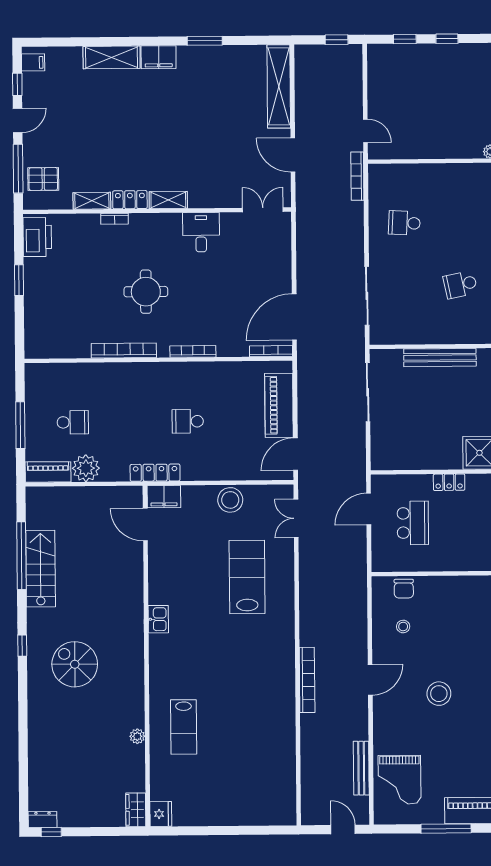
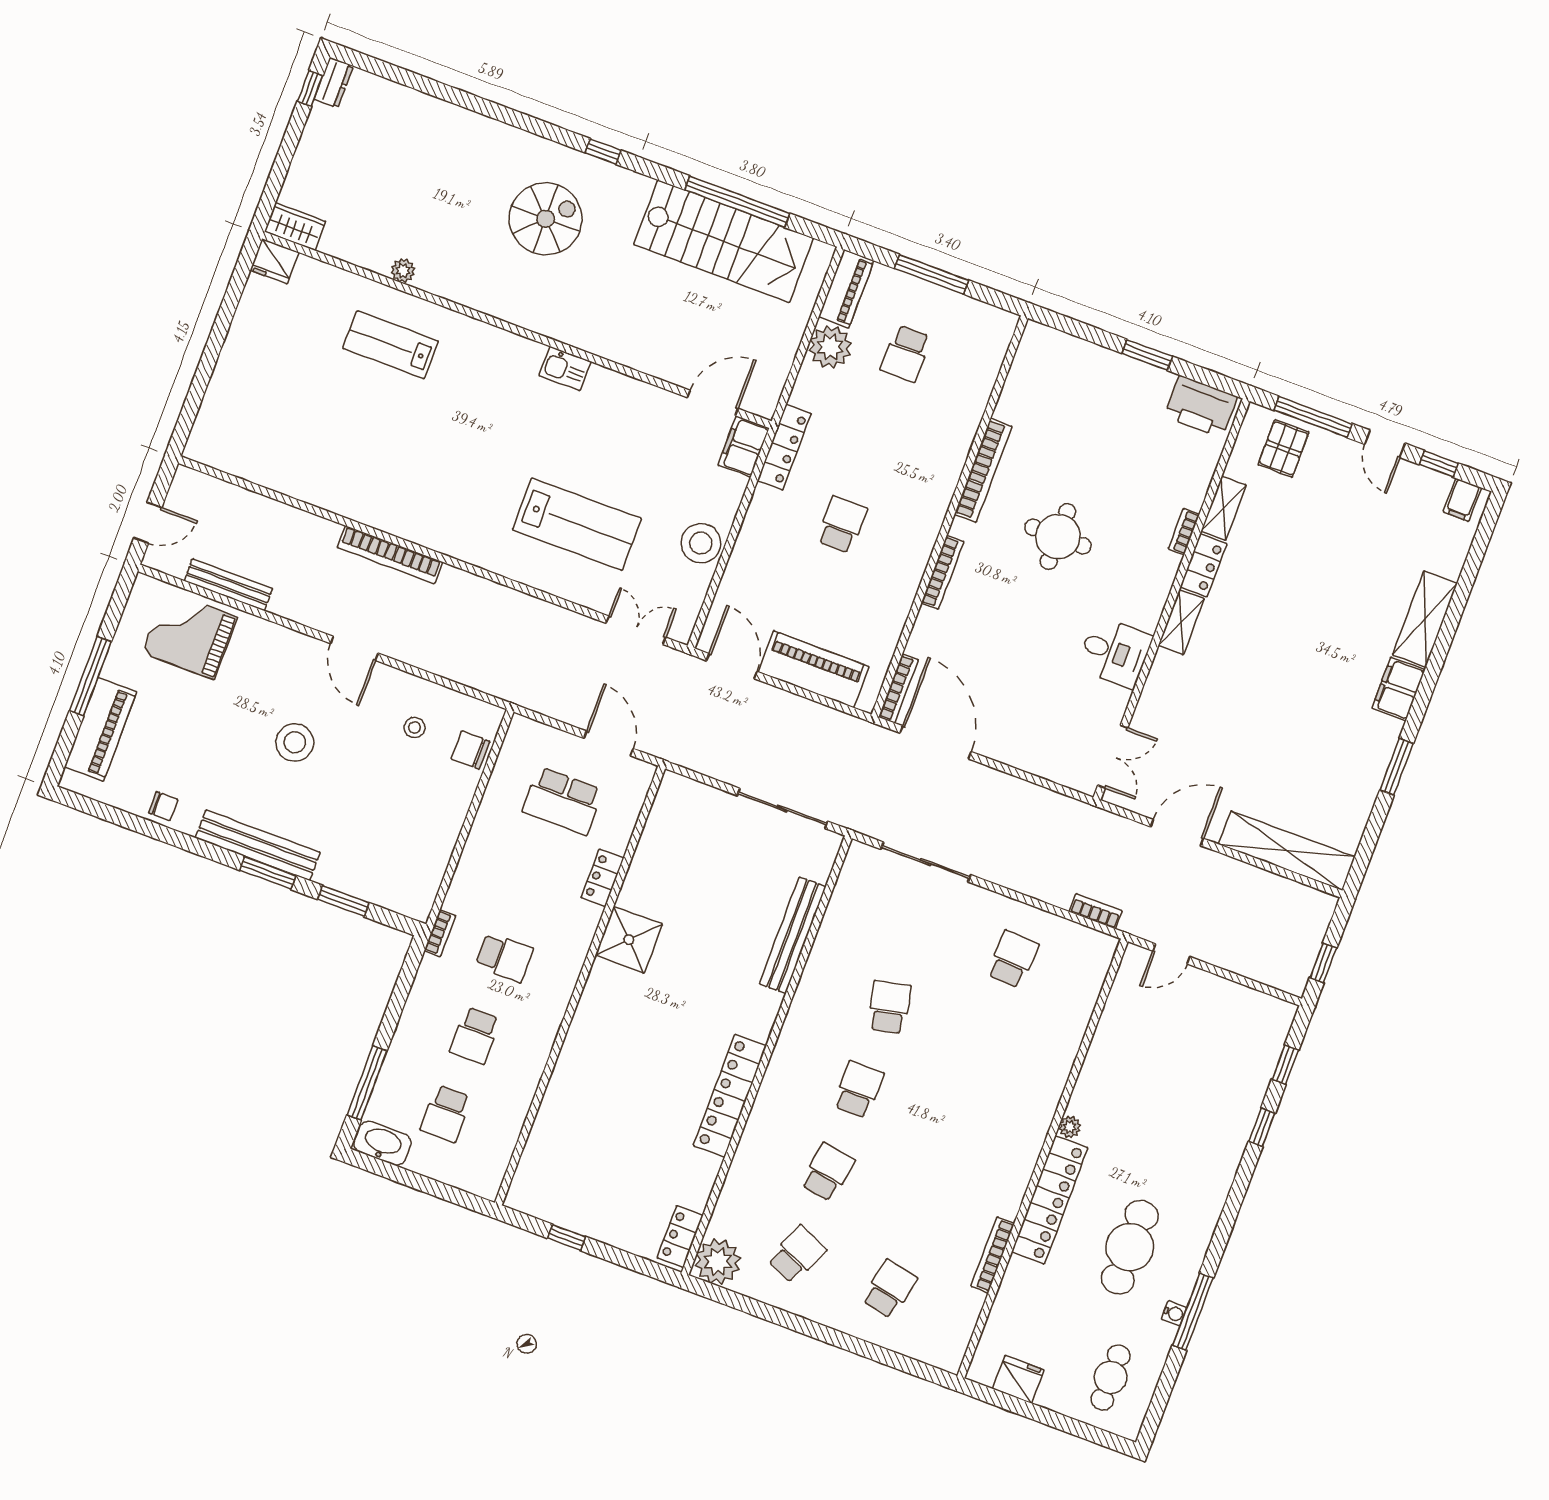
bookcase: (357, 176) -> (1096, 911), width x0.64
stairs: (41, 569) -> (724, 241), width x1.36, depth x1.51

